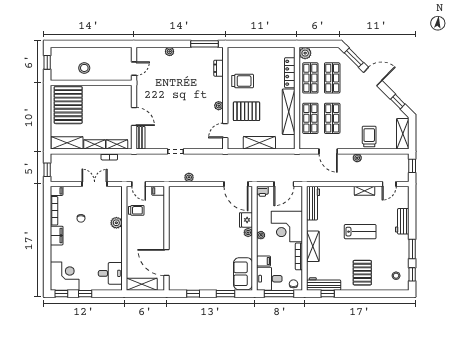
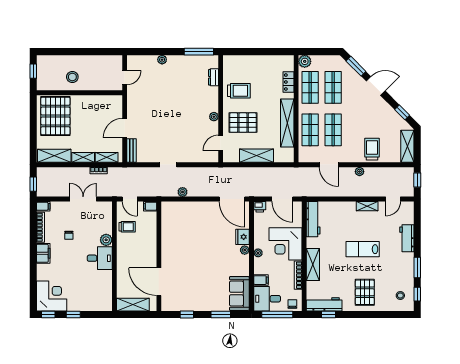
locker: (290, 73) -> (288, 82), width x0.66
door: (134, 117) -> (125, 128), swing flipped
door: (284, 184) -> (282, 199), hinge flipped
lab bench: (360, 232) -> (363, 249), turned 180
desk: (110, 273) -> (100, 258), moved

